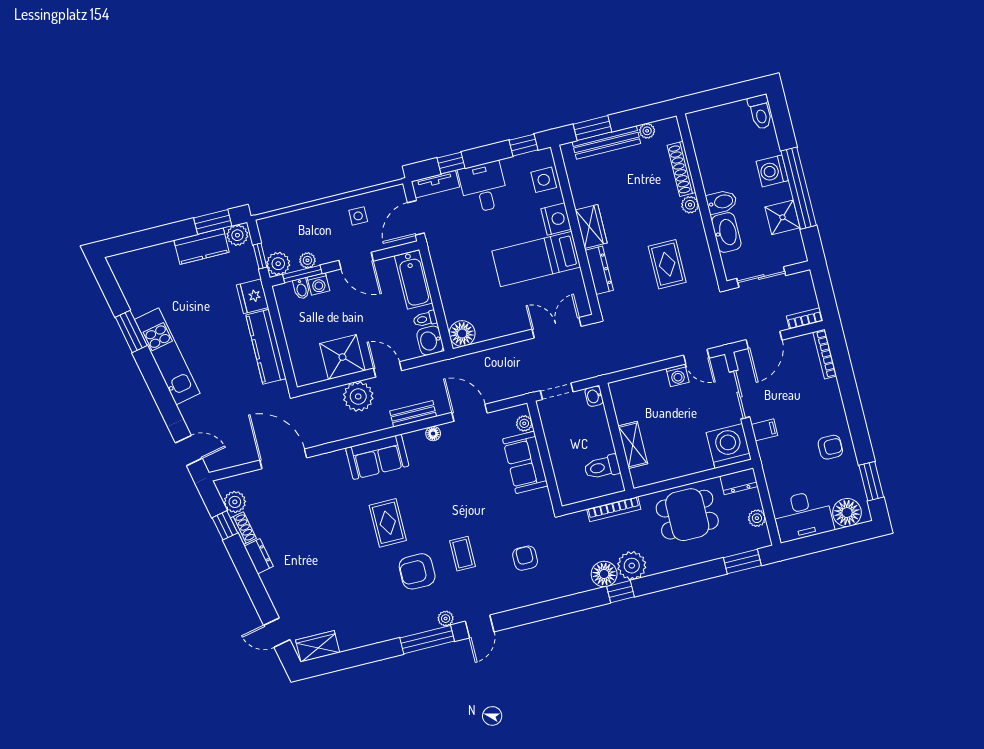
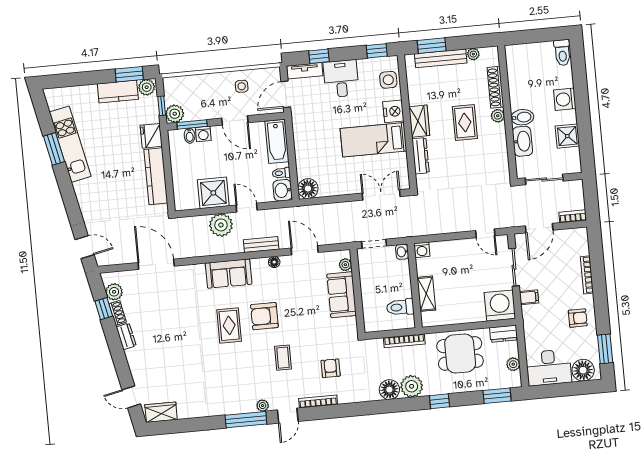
window: (799, 188) -> (583, 115), removed
plant: (307, 260) -> (198, 115), removed
rug: (667, 264) -> (465, 122), moved
bookcase: (825, 354) -> (587, 275), moved
kitchen unit: (167, 356) -> (70, 144), moved
washing machine: (678, 375) -> (422, 250), moved
armchair: (417, 571) -> (264, 316), moved
window: (620, 592) -> (439, 401), moved
bookcase: (516, 603) -> (318, 401), added

